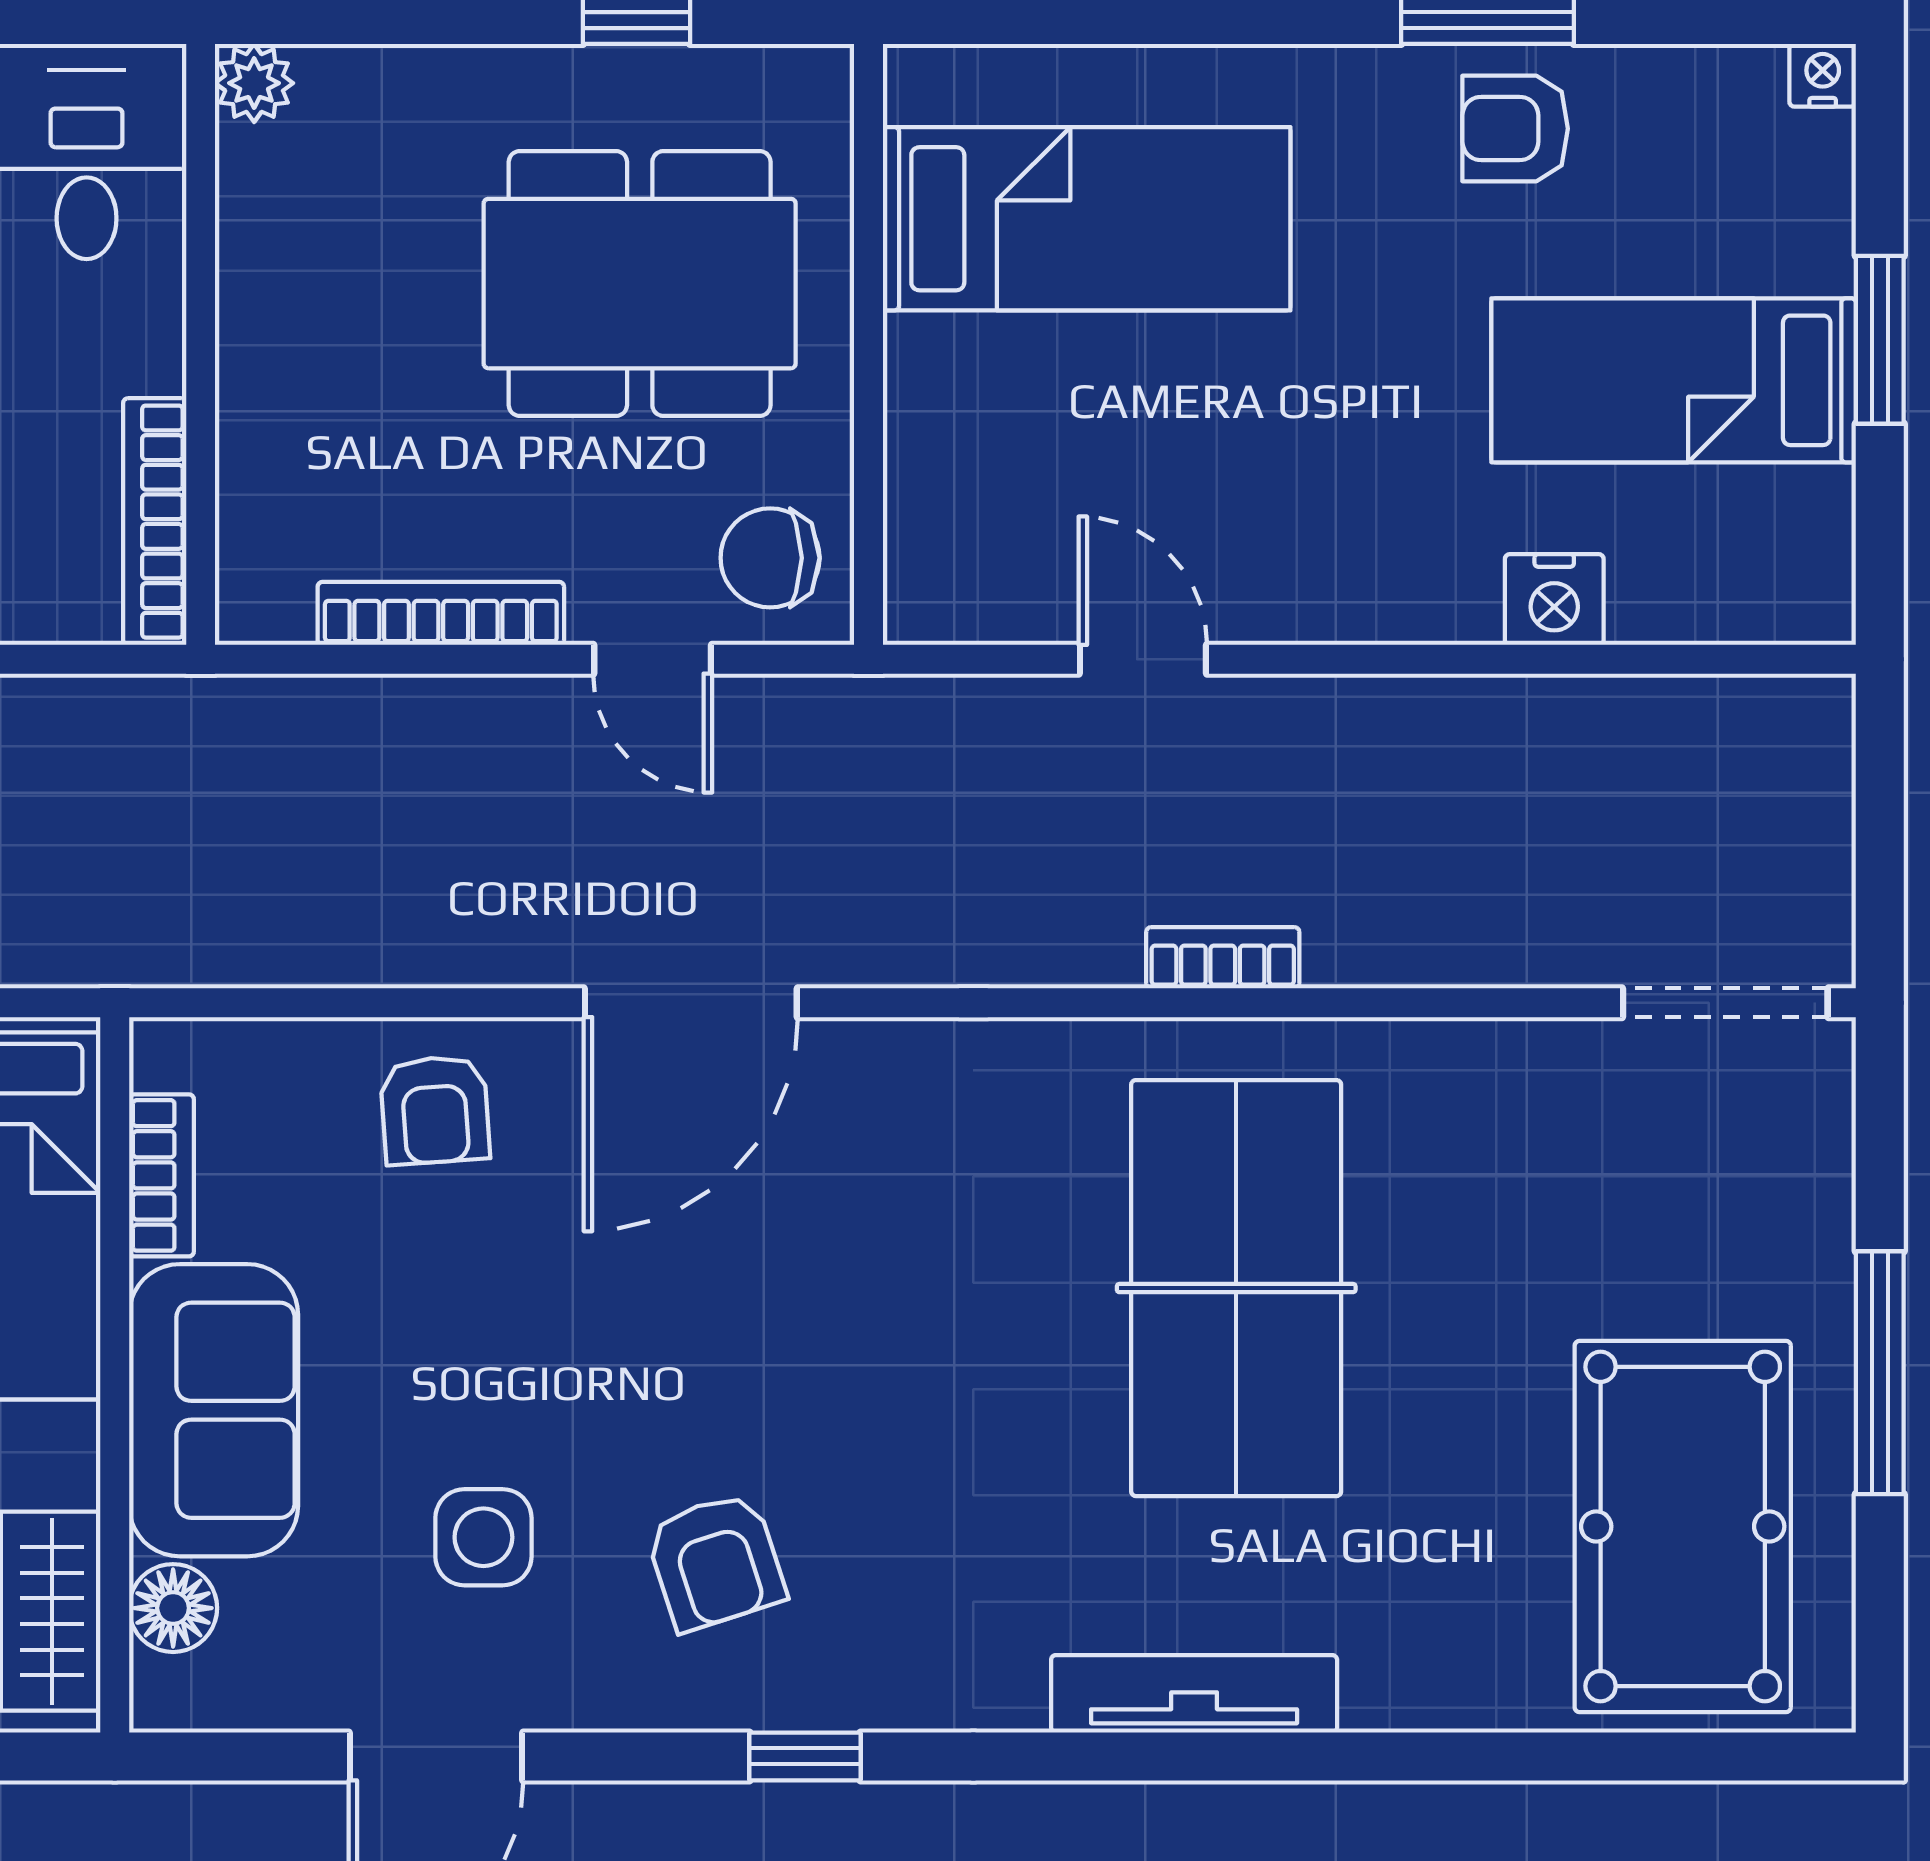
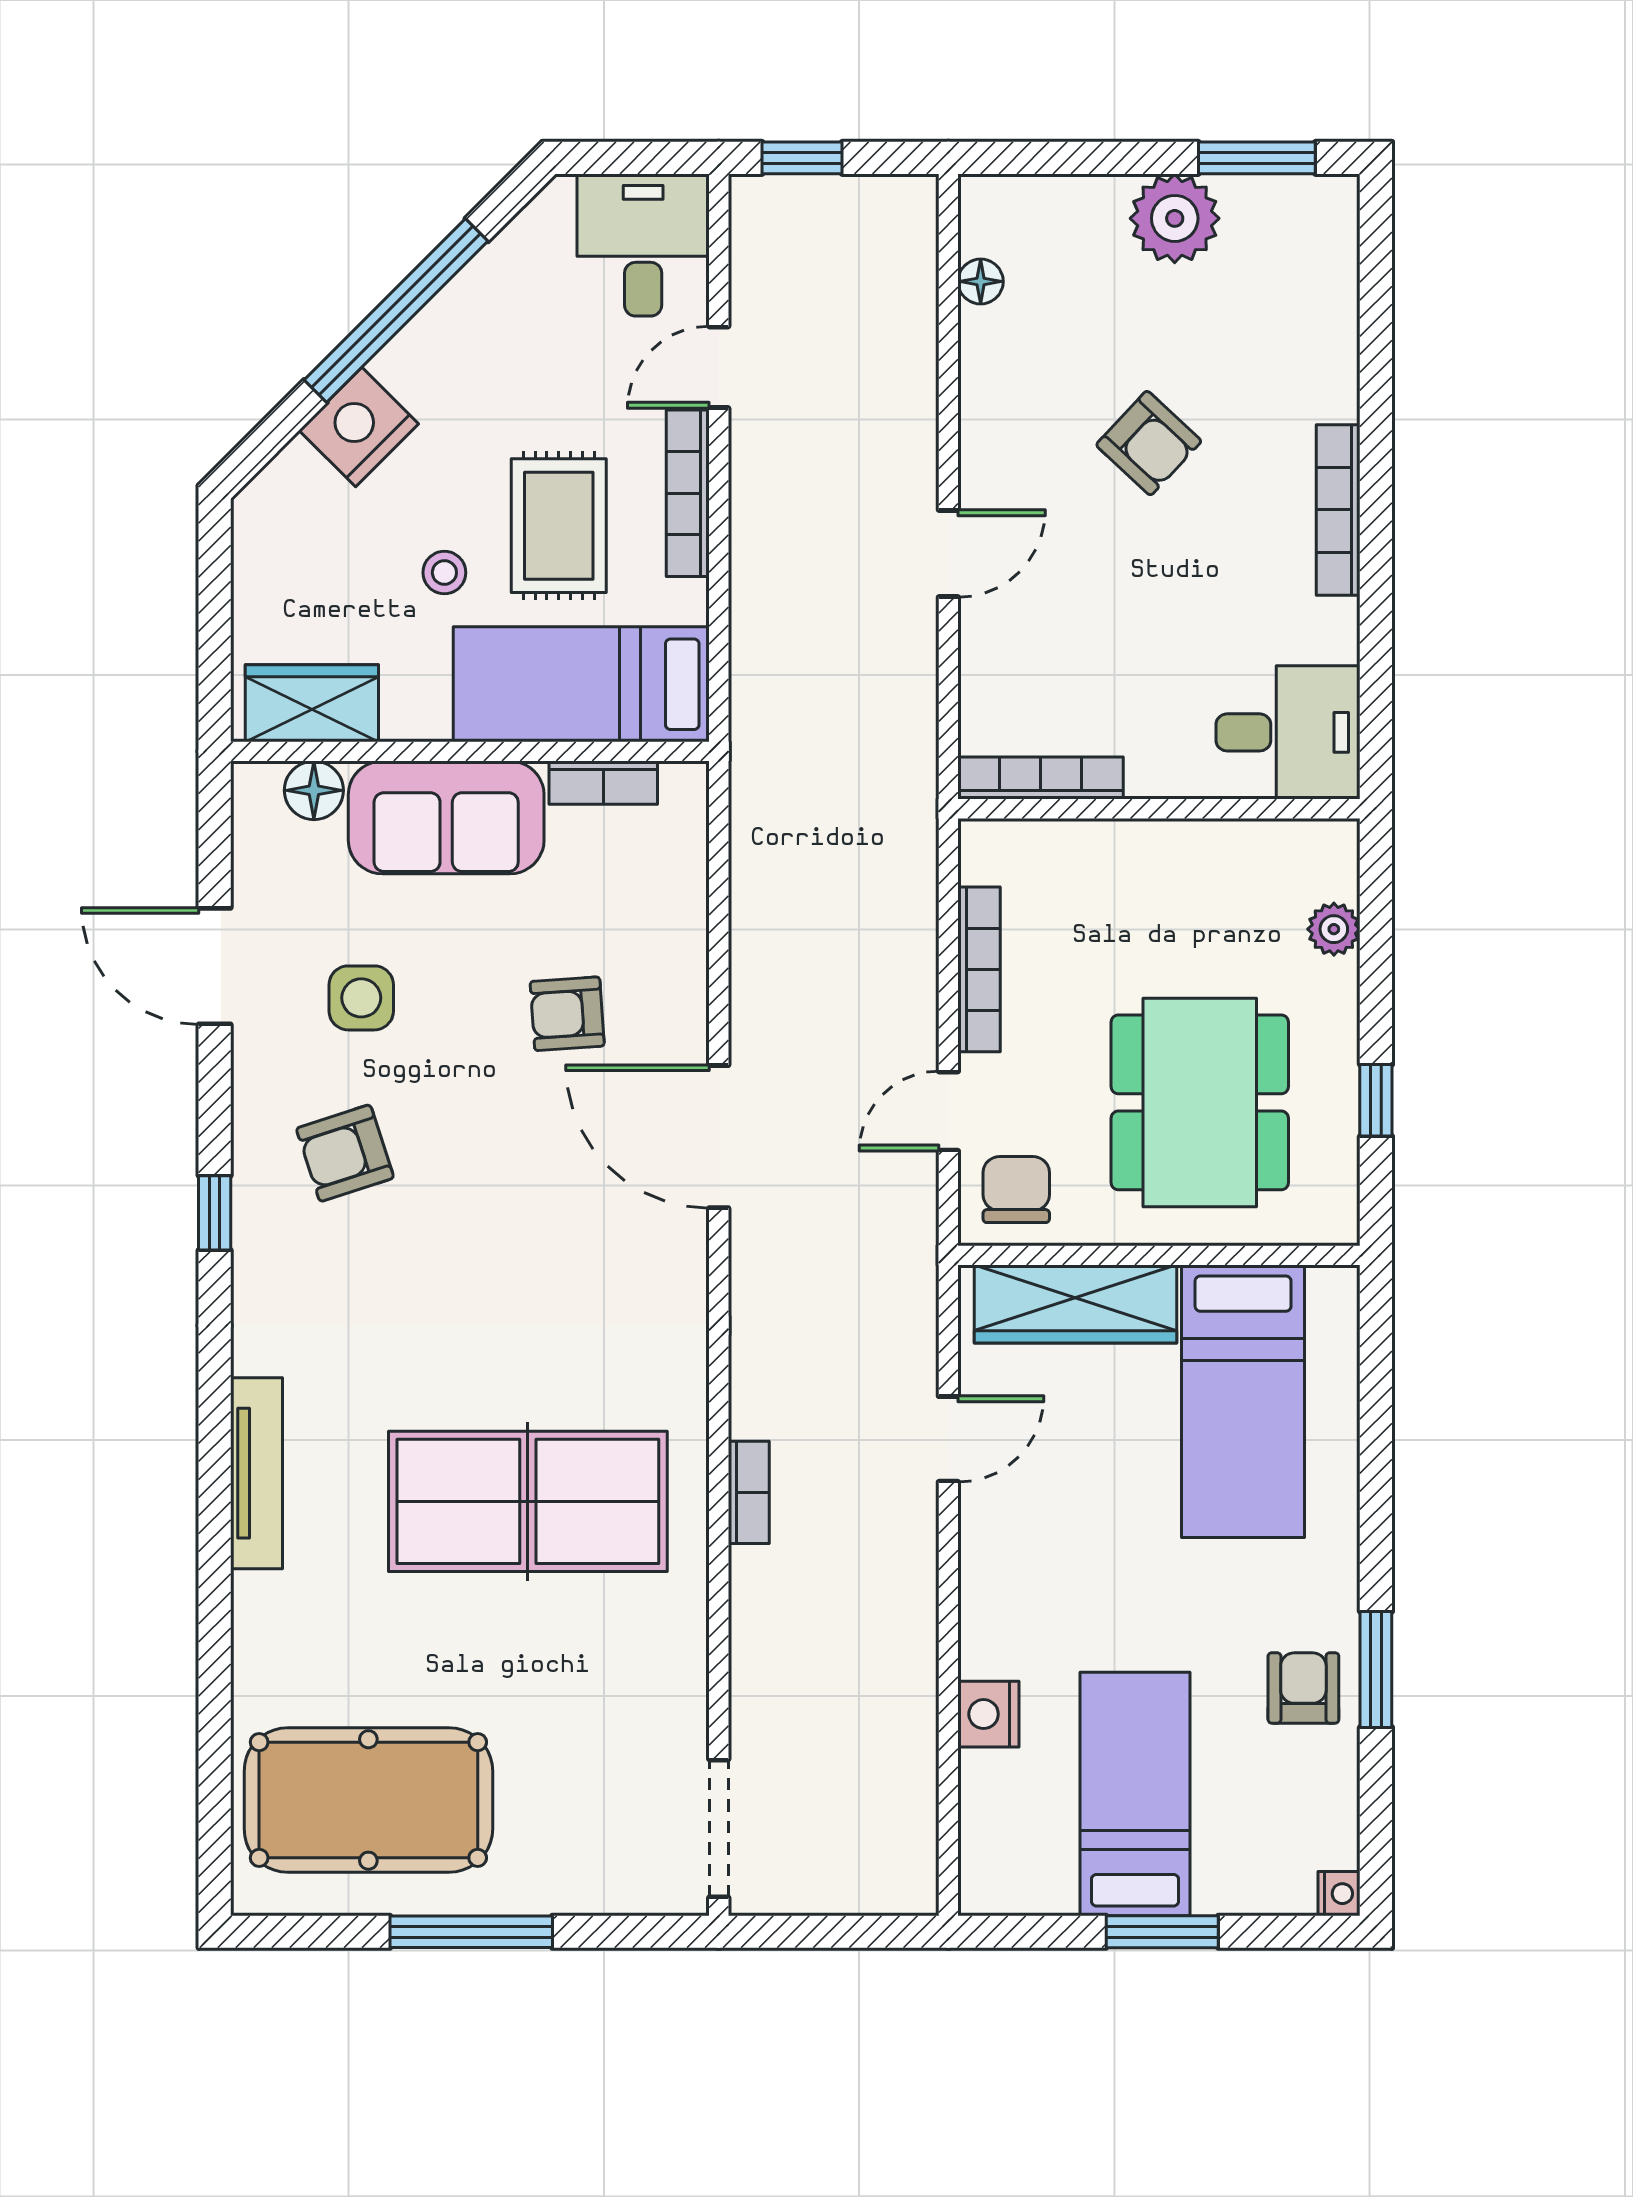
plant: (254, 83) -> (1334, 929), moved
wardrobe: (941, 469) -> (1075, 1304), added
armchair: (435, 1110) -> (567, 1014), moved

